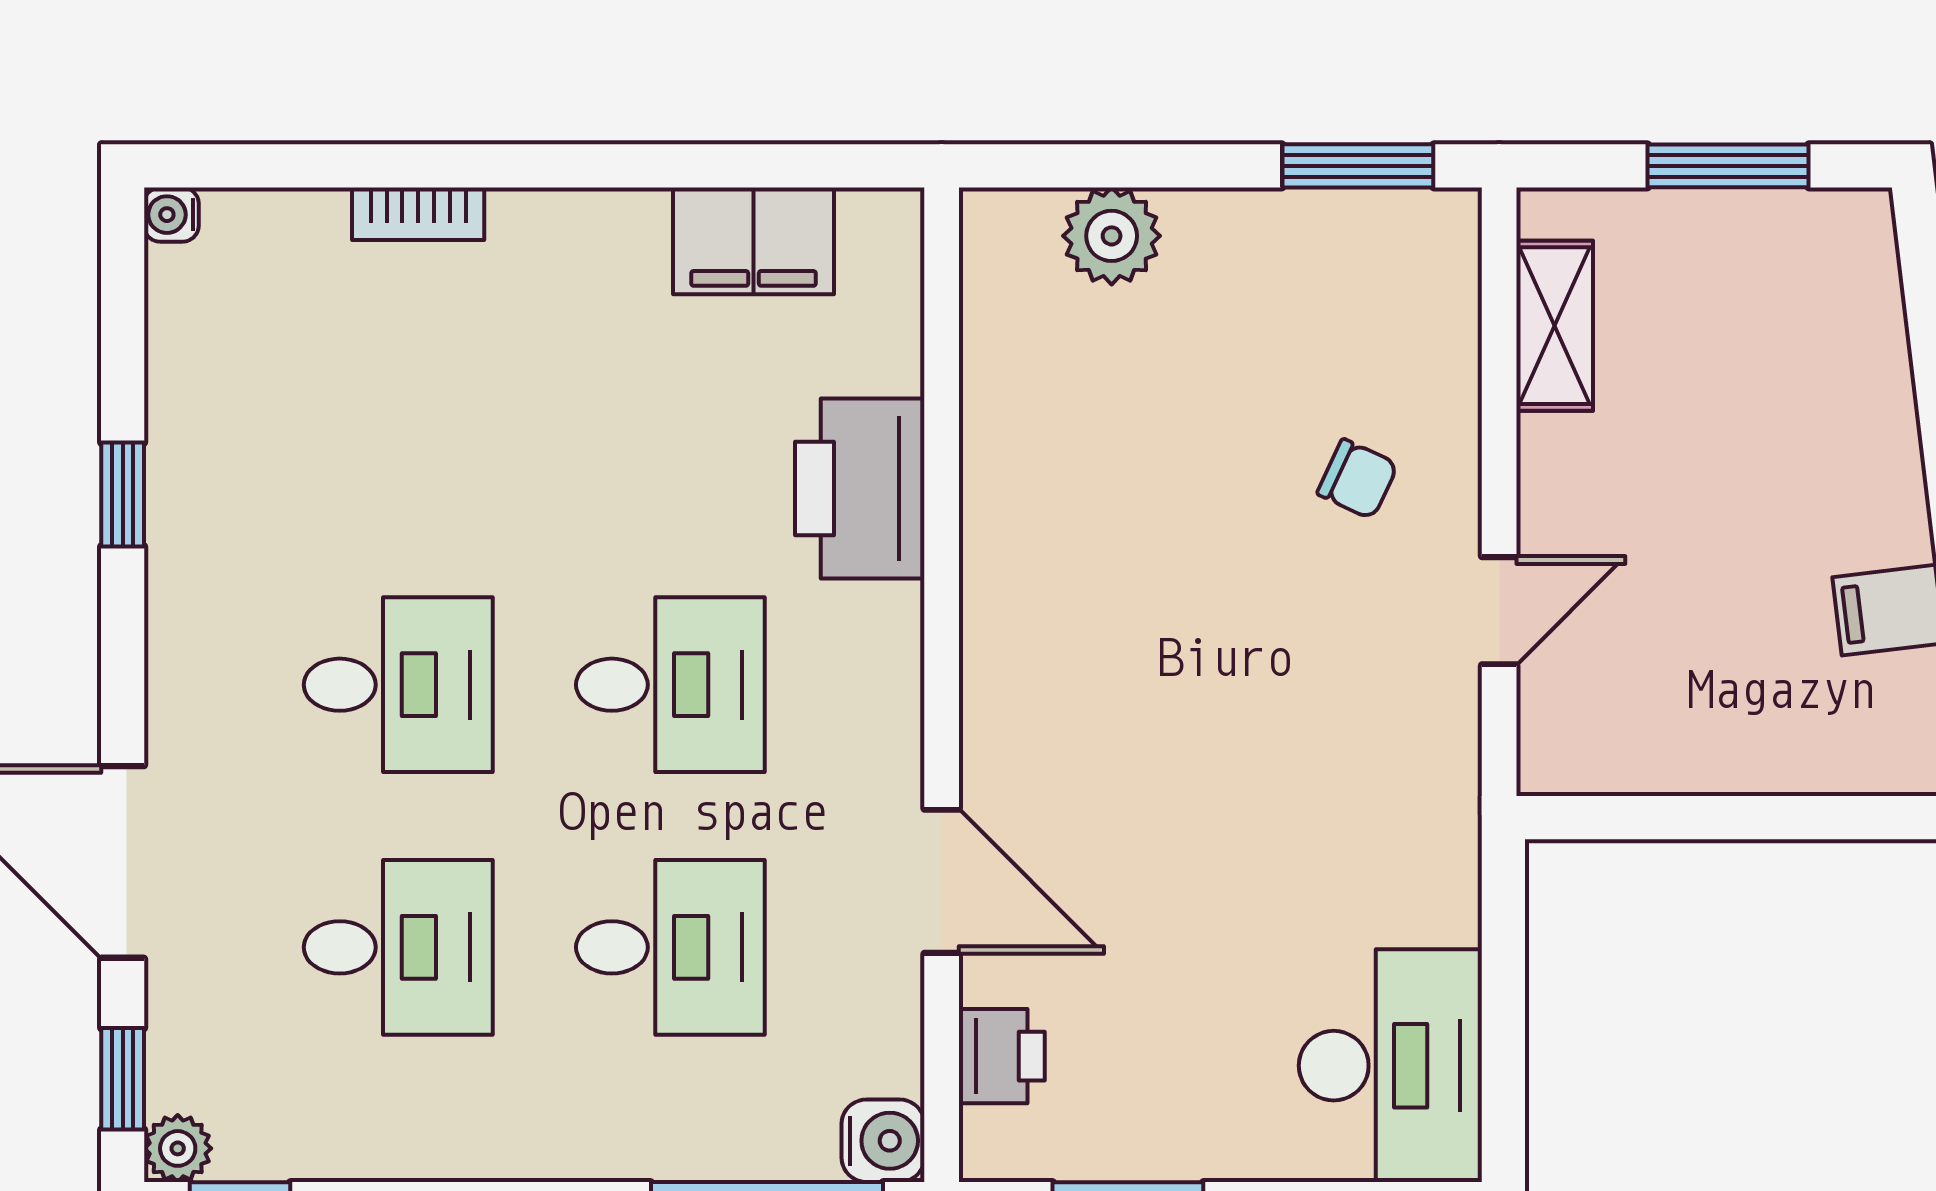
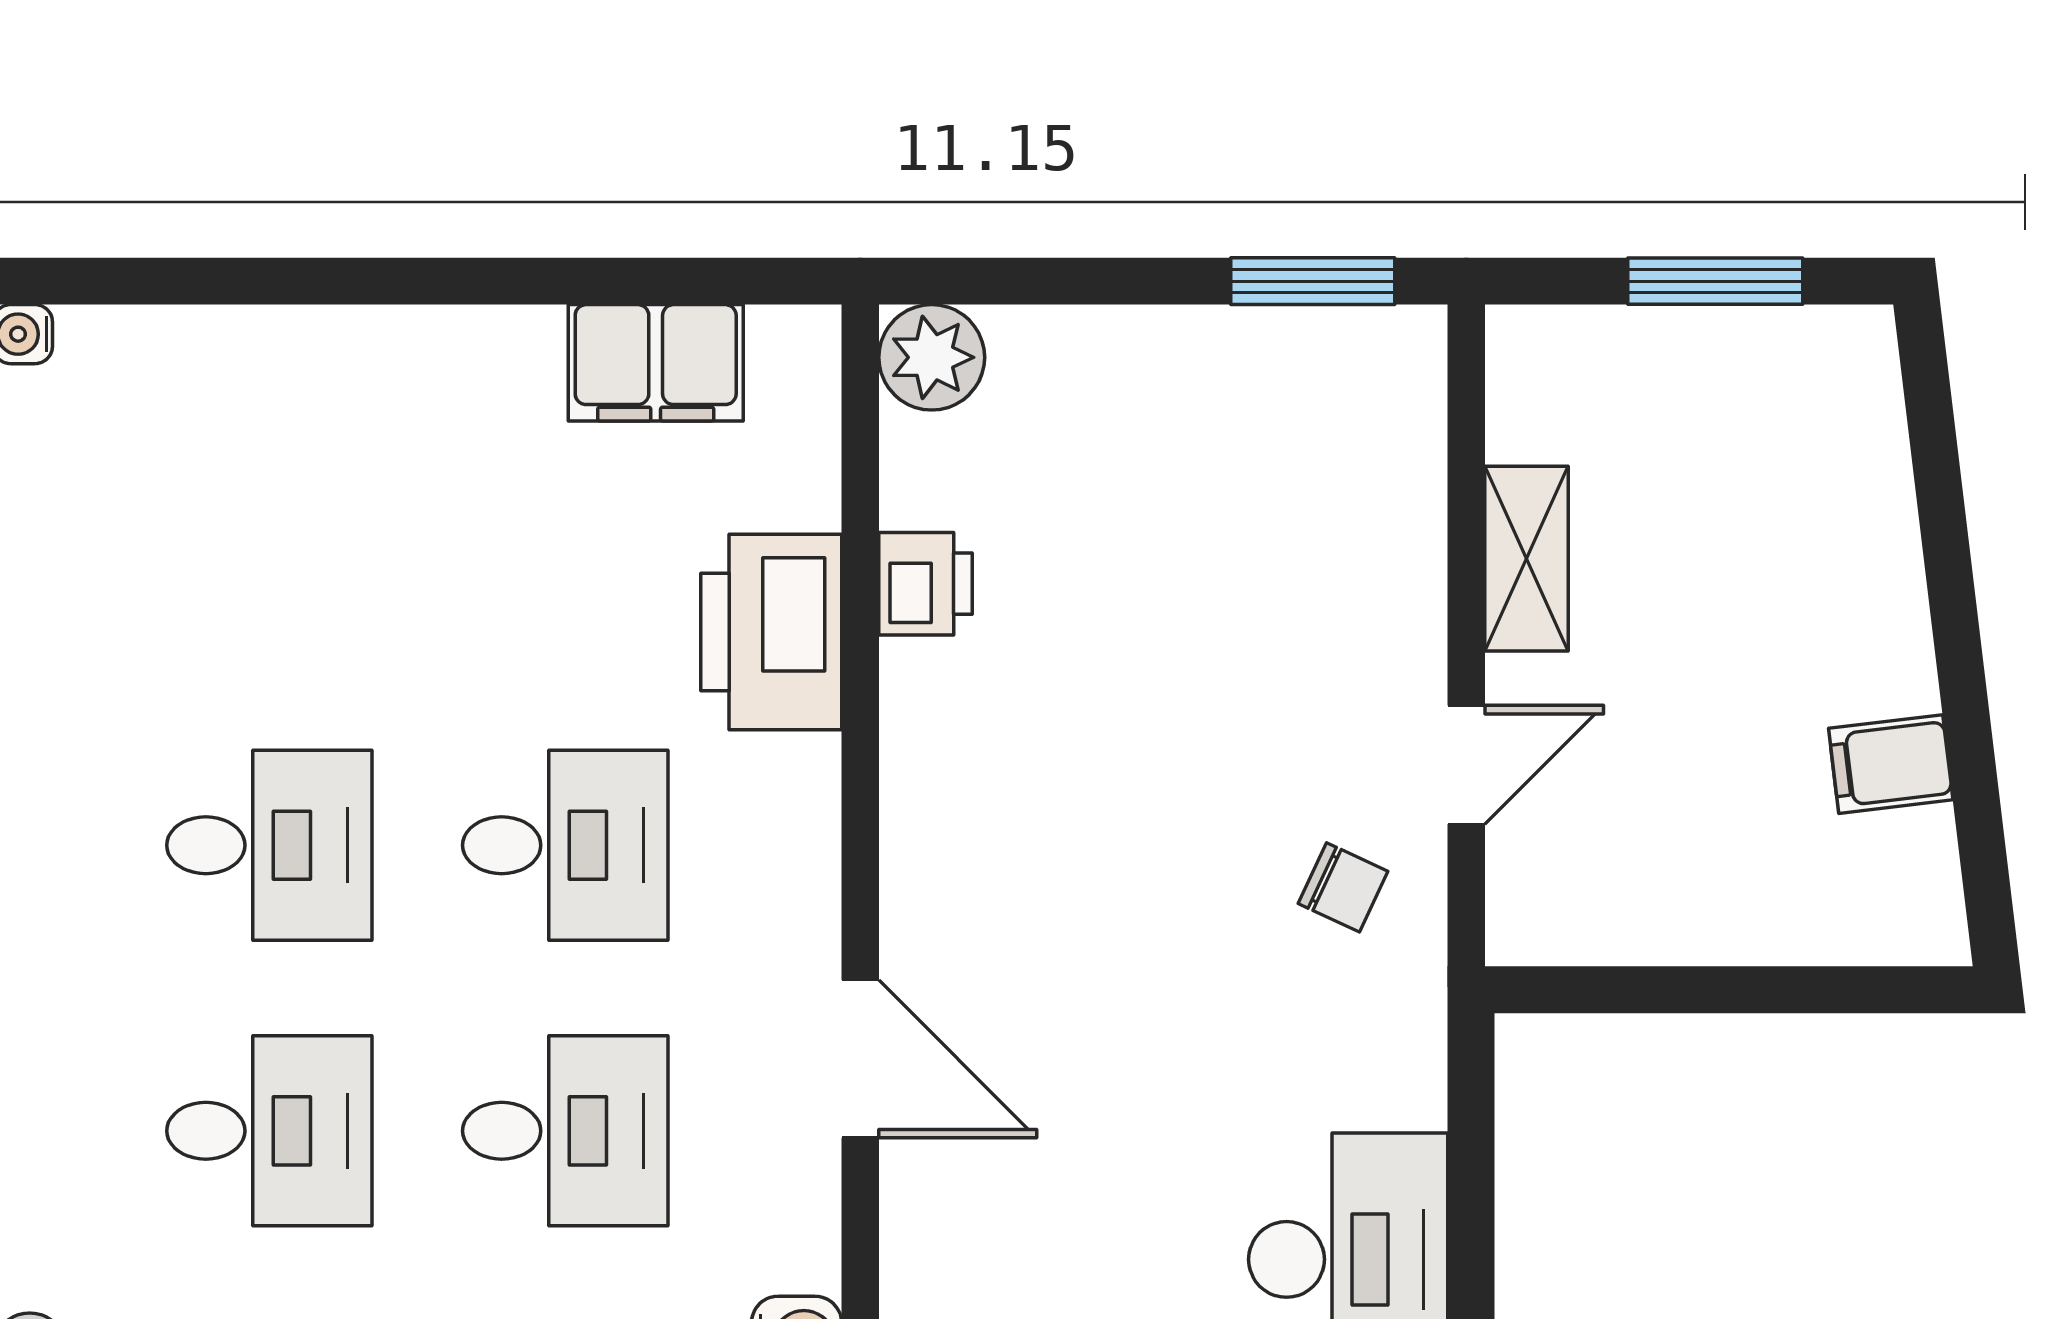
bookcase: (418, 214) -> (291, 333), removed
plant: (1112, 236) -> (932, 357), moved
shelving: (1555, 326) -> (1527, 559), moved
chair: (1357, 479) -> (1343, 887), moved
printer: (1002, 1056) -> (926, 584), moved

